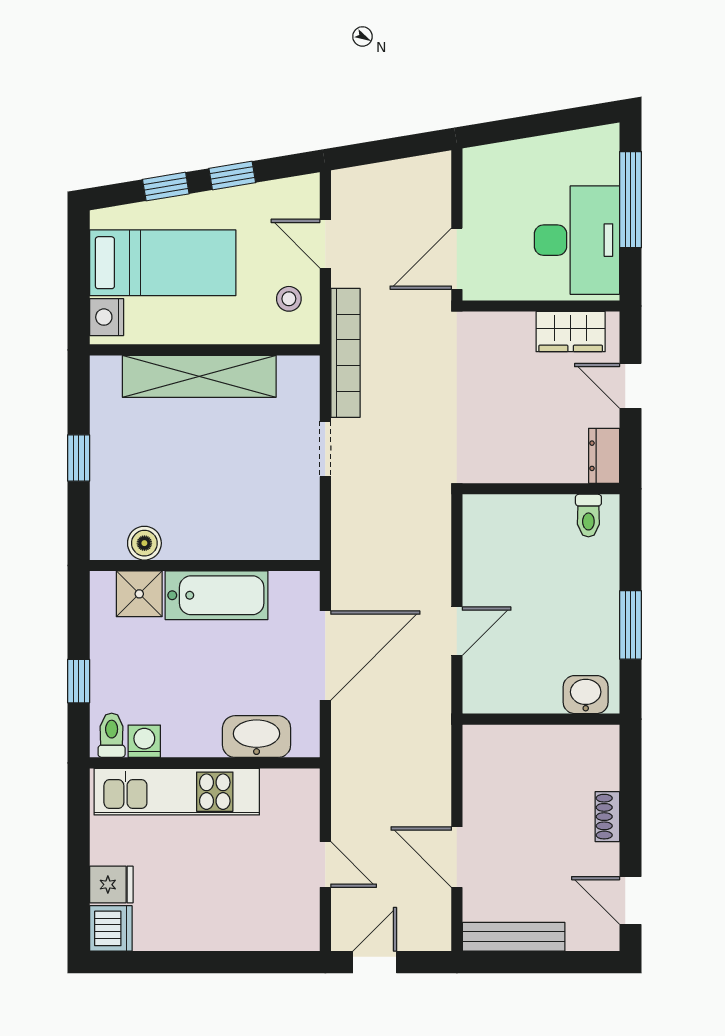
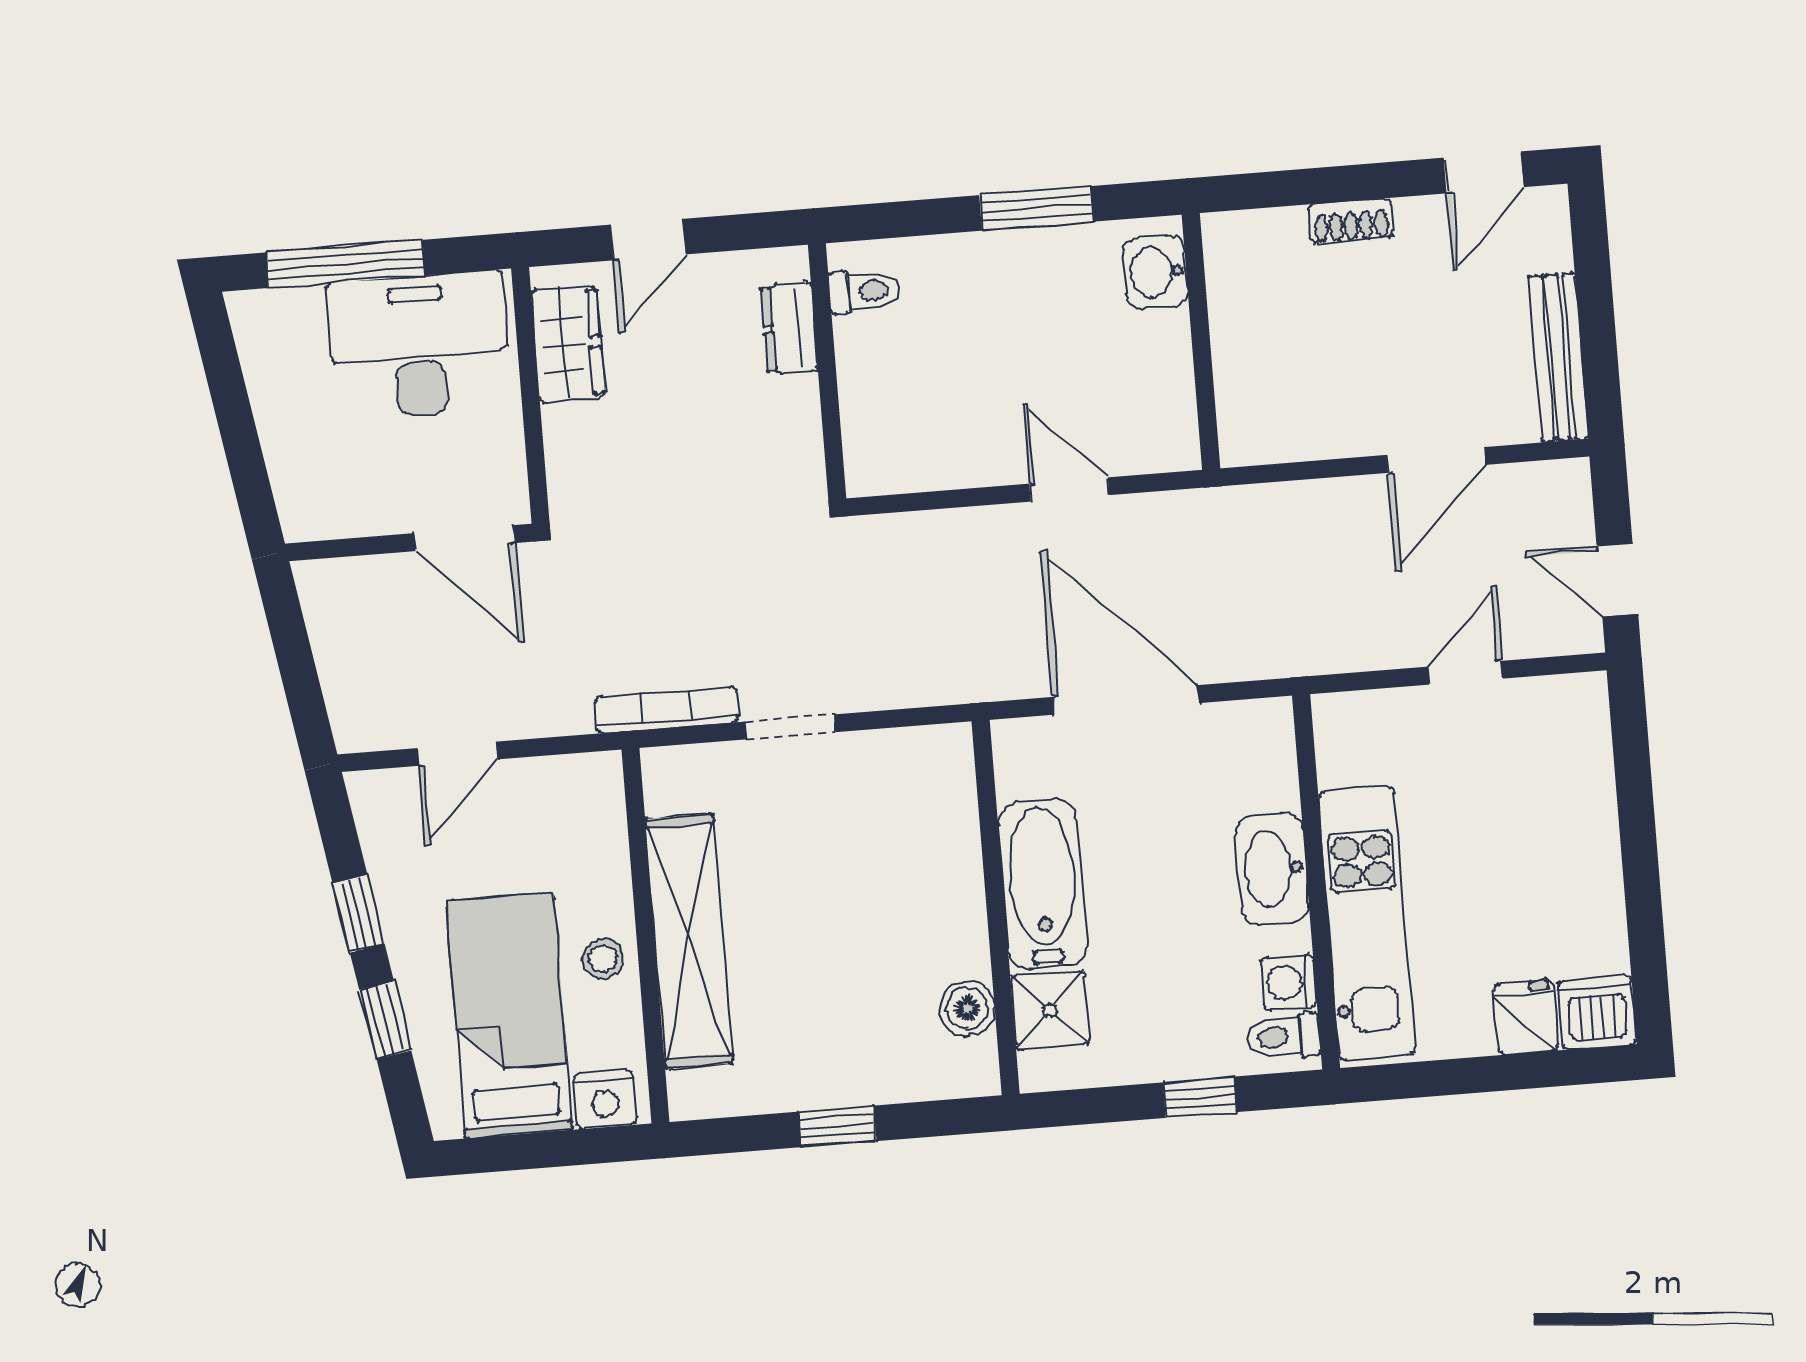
stool: (289, 299) -> (603, 959), moved
bookcase: (345, 353) -> (666, 710), width x0.68, depth x0.76
dresser: (604, 456) -> (789, 328), moved, turned 90
washbasin: (257, 737) -> (1272, 869), moved

